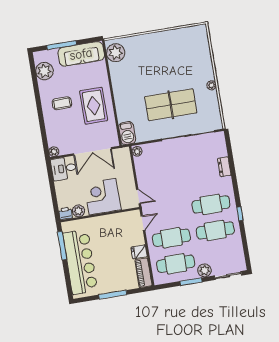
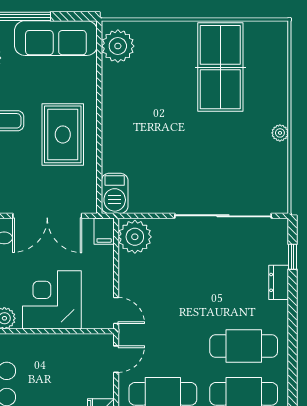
table tennis table: (171, 105) -> (220, 67), moved, turned 90
plant: (137, 151) -> (135, 237), width x1.87, depth x1.87
filing cabinet: (125, 155) -> (104, 231), added
window: (240, 214) -> (293, 257), moved

